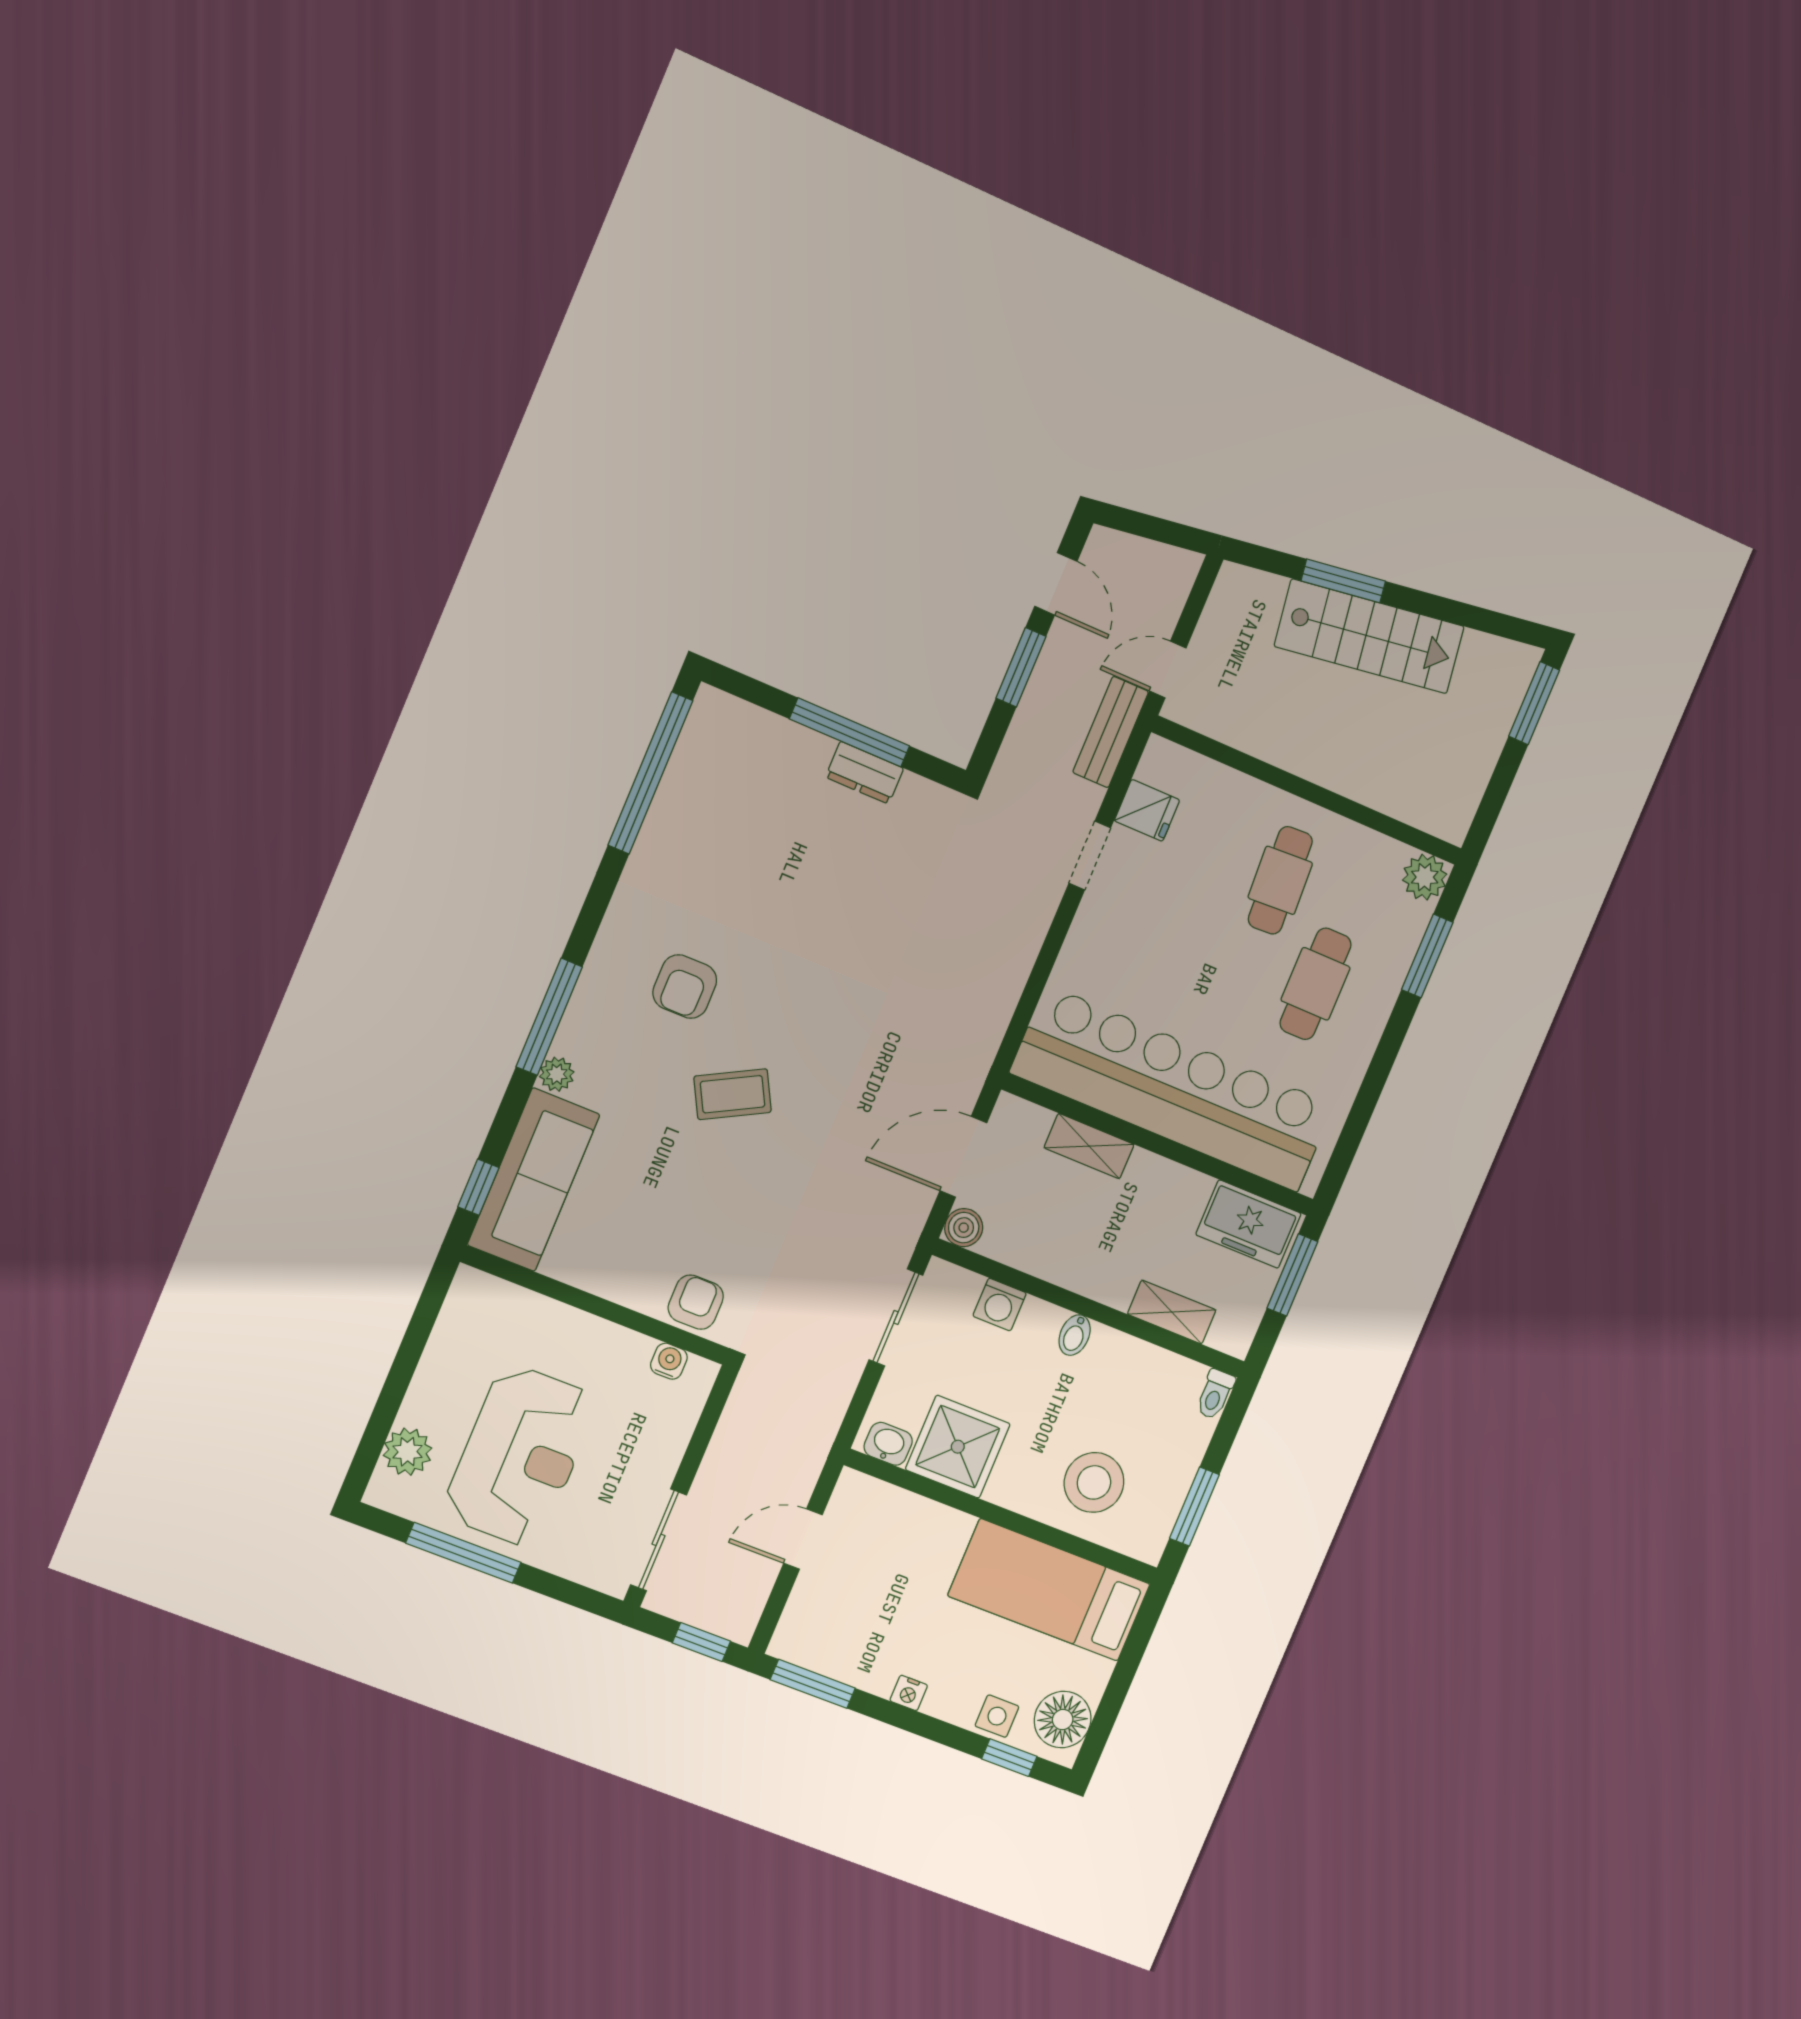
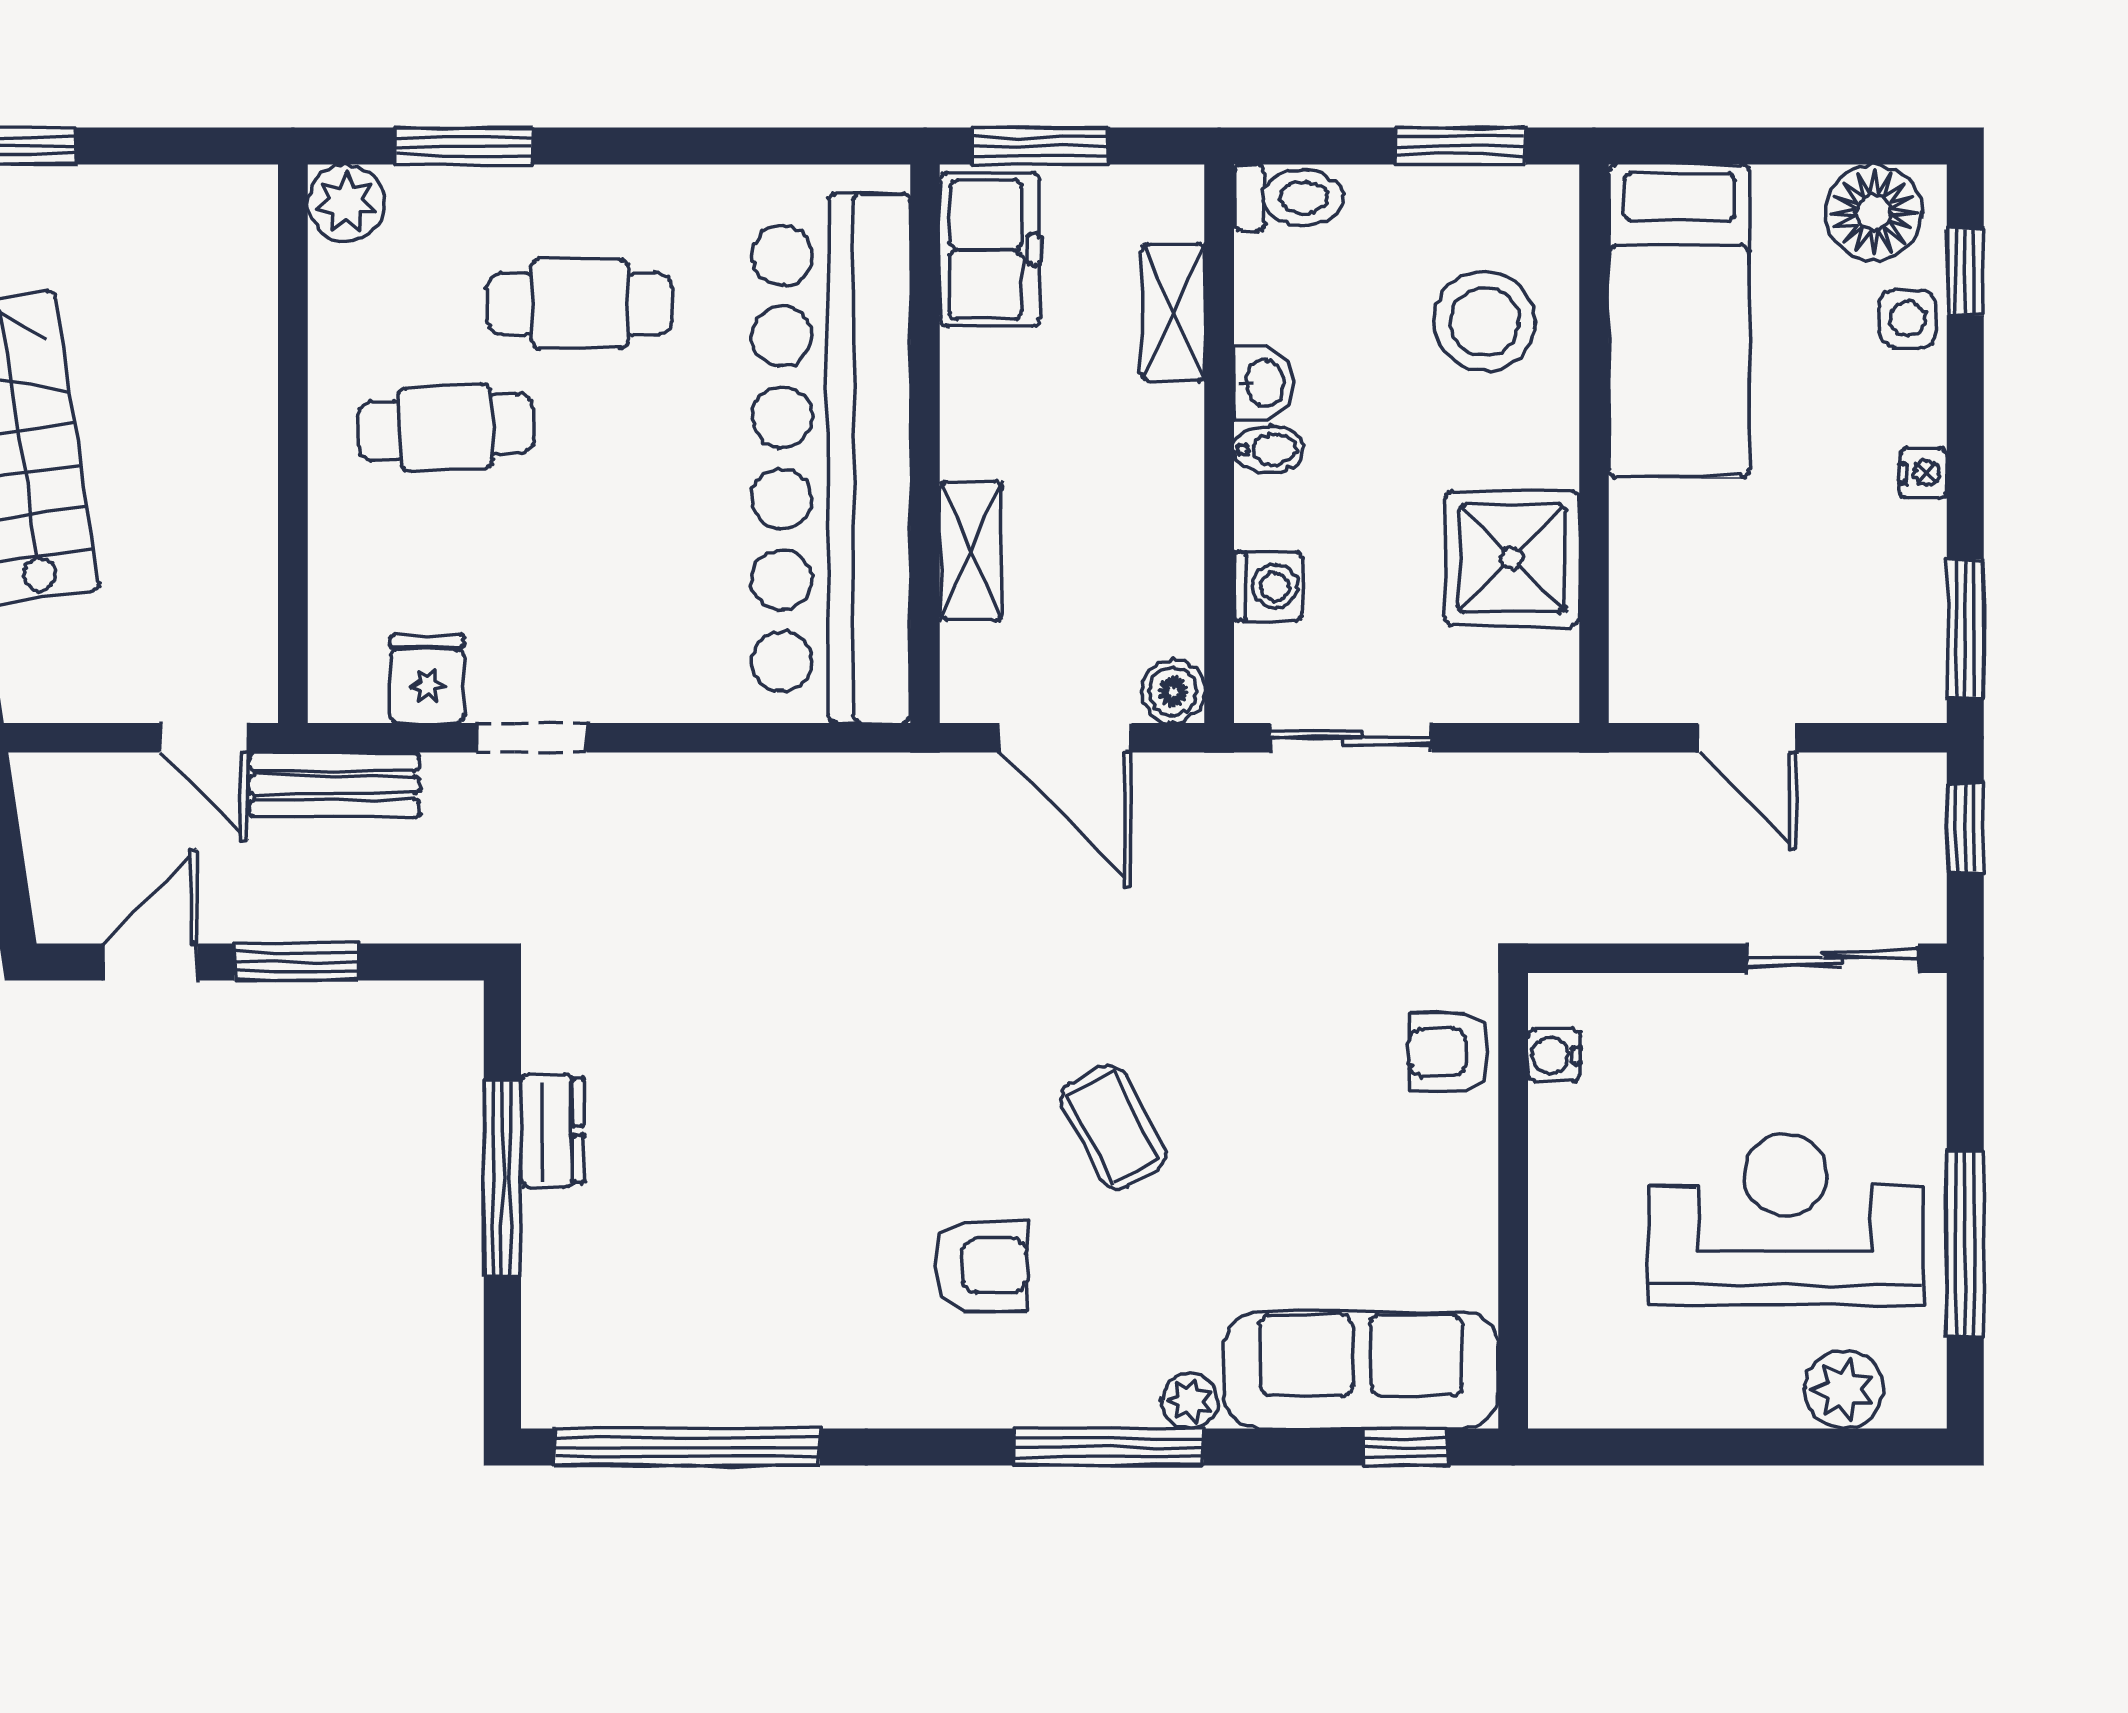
toilet: (1215, 1394) -> (1289, 198), width x1.37, depth x1.39
washbasin: (888, 1444) -> (1263, 383), moved, turned 180

